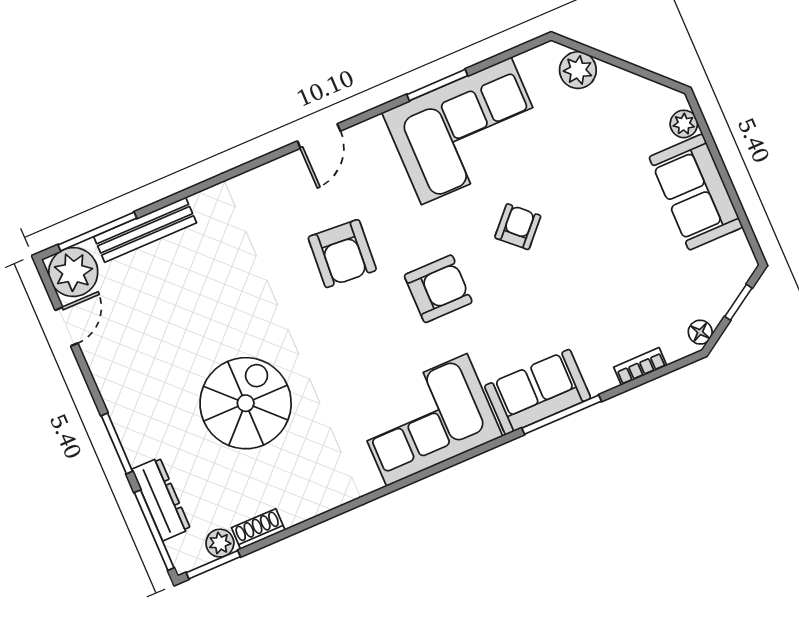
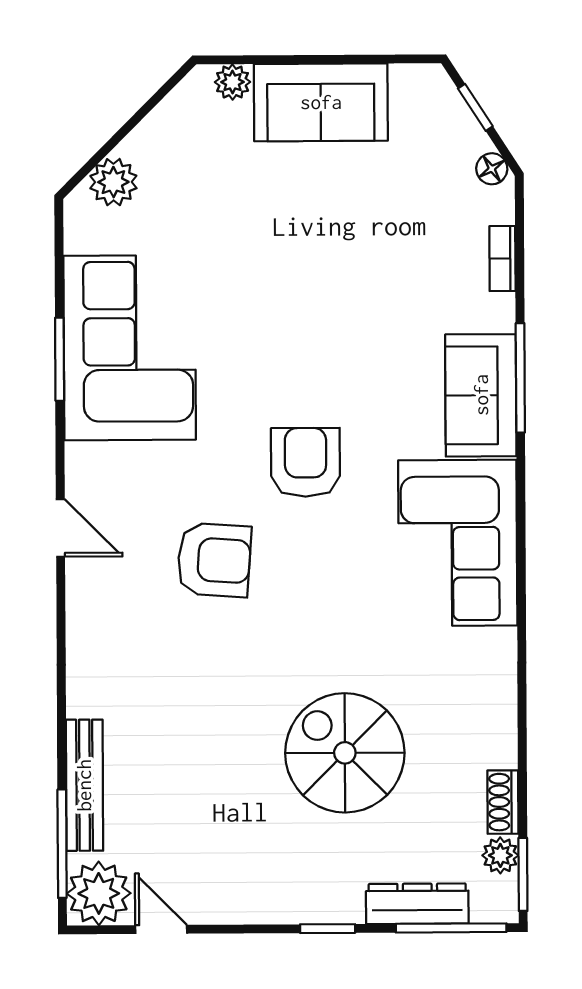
armchair: (518, 227) -> (271, 335), removed
window: (117, 444) -> (328, 929), width x0.67

